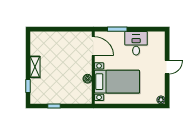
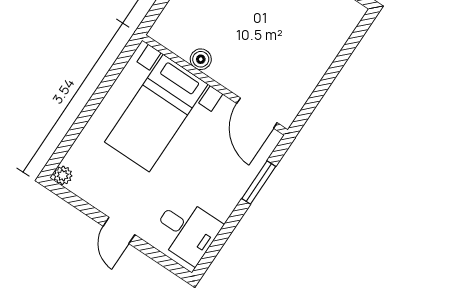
desk: (136, 43) -> (187, 231), moved
door: (93, 46) -> (257, 113), hinge flipped

